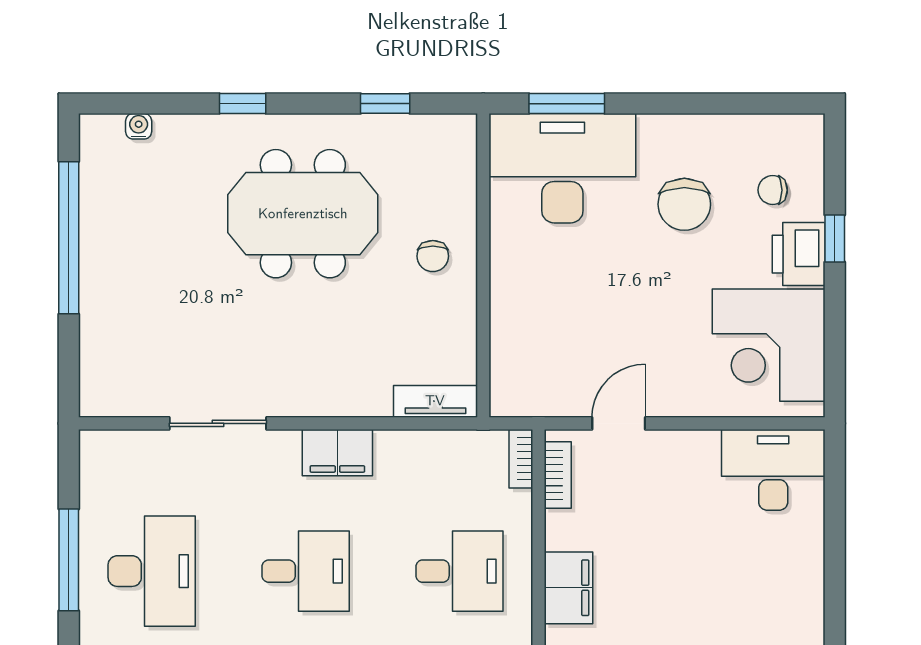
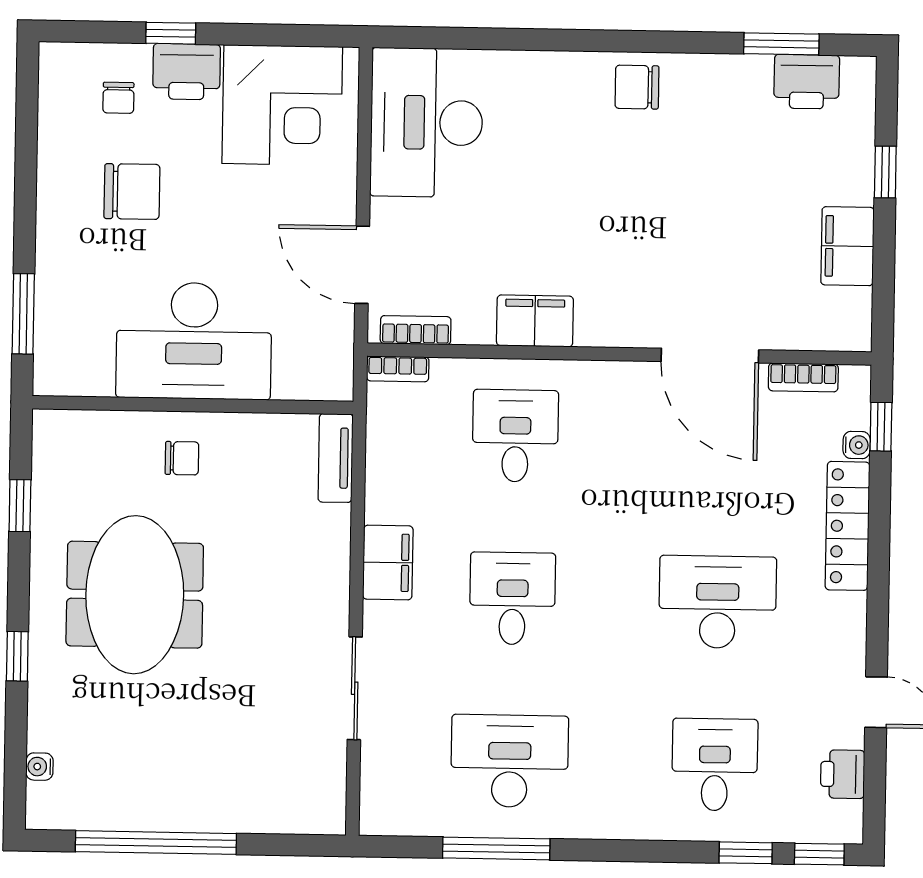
desk: (562, 168) -> (194, 341), moved, turned -90
door: (619, 423) -> (362, 265), width x1.37
desk: (773, 470) -> (427, 123), width x1.36, depth x1.30

